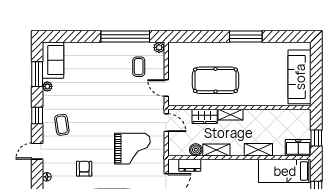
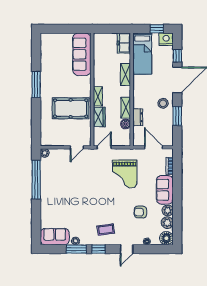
coffee table: (139, 67) -> (60, 169), removed
window: (37, 74) -> (76, 249), moved
sofa: (300, 77) -> (82, 54), moved, turned 90
pool table: (215, 80) -> (71, 108), turned 90
window: (316, 138) -> (116, 29), removed
grand piano: (132, 149) -> (125, 174), turned 180
door: (37, 151) -> (127, 249), hinge flipped
dresser: (190, 165) -> (138, 117), moved

